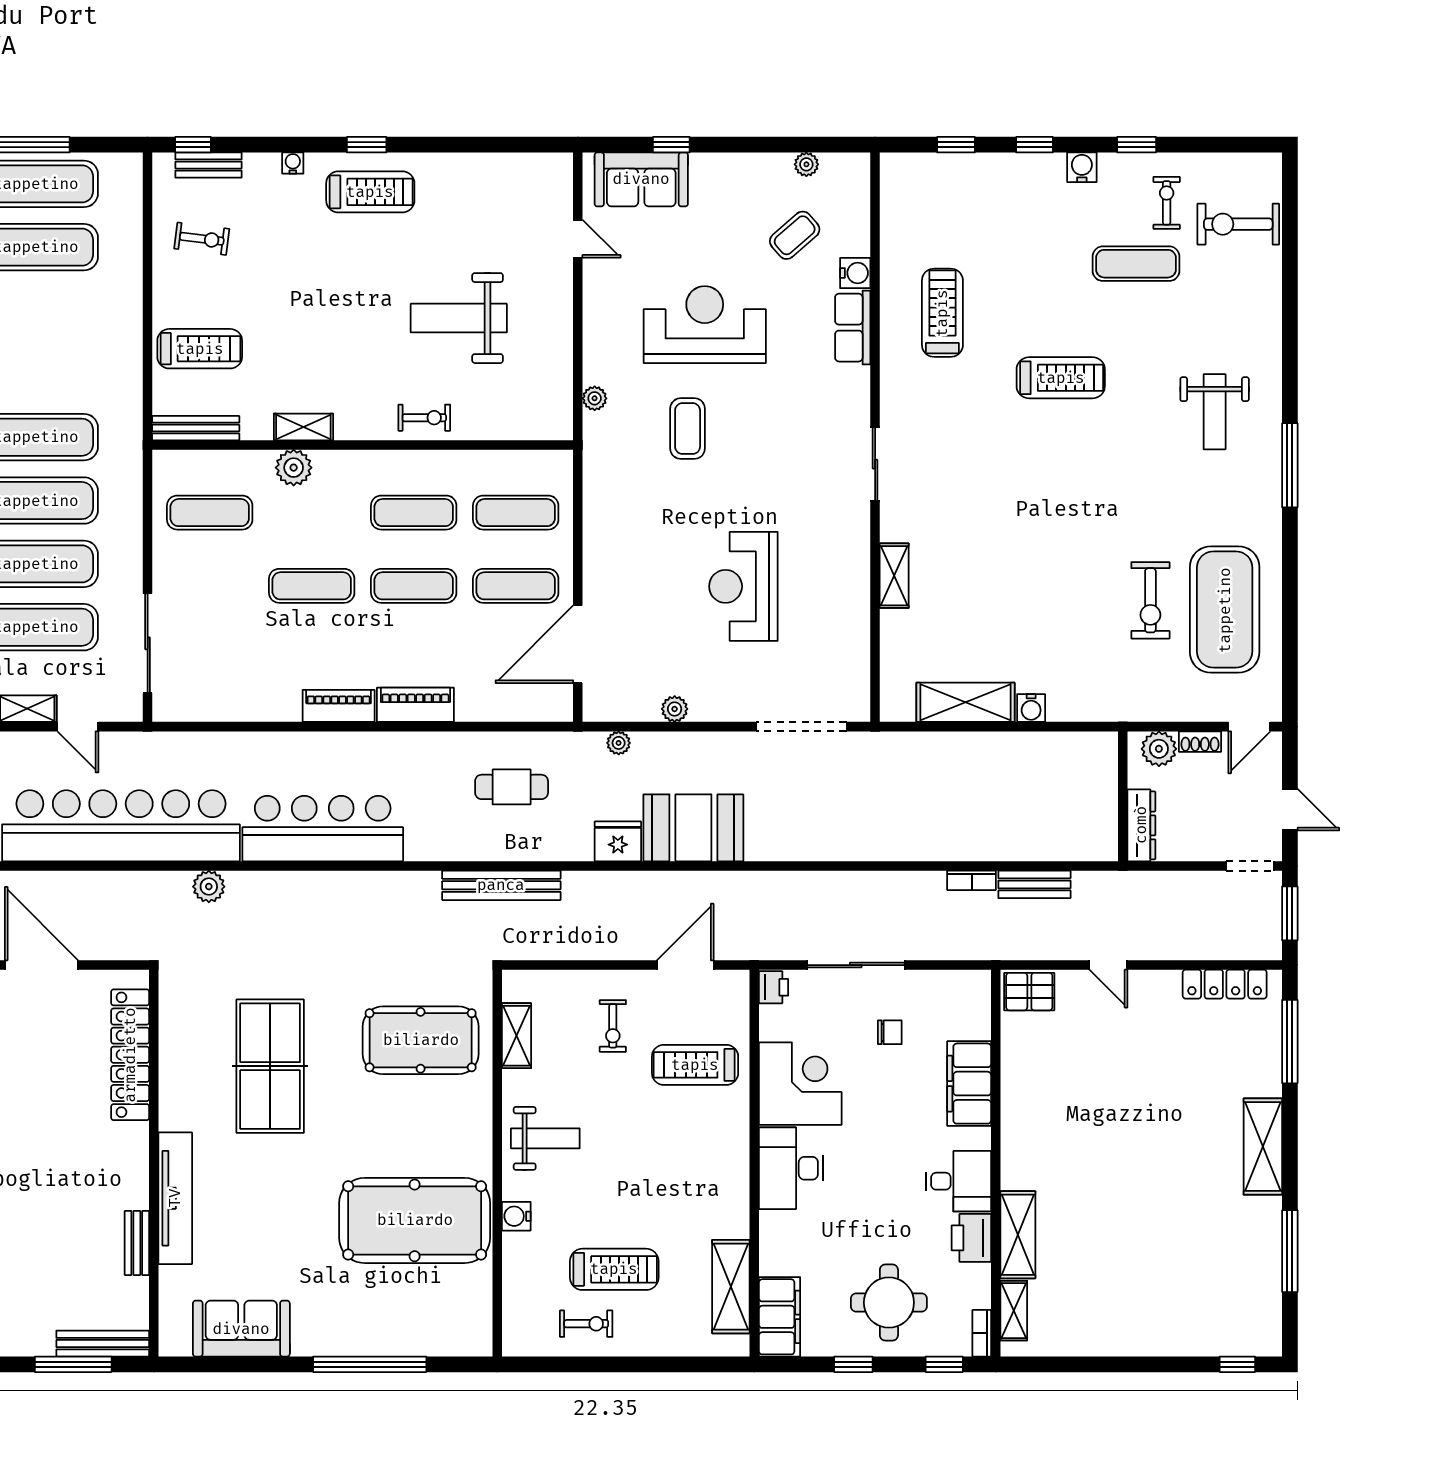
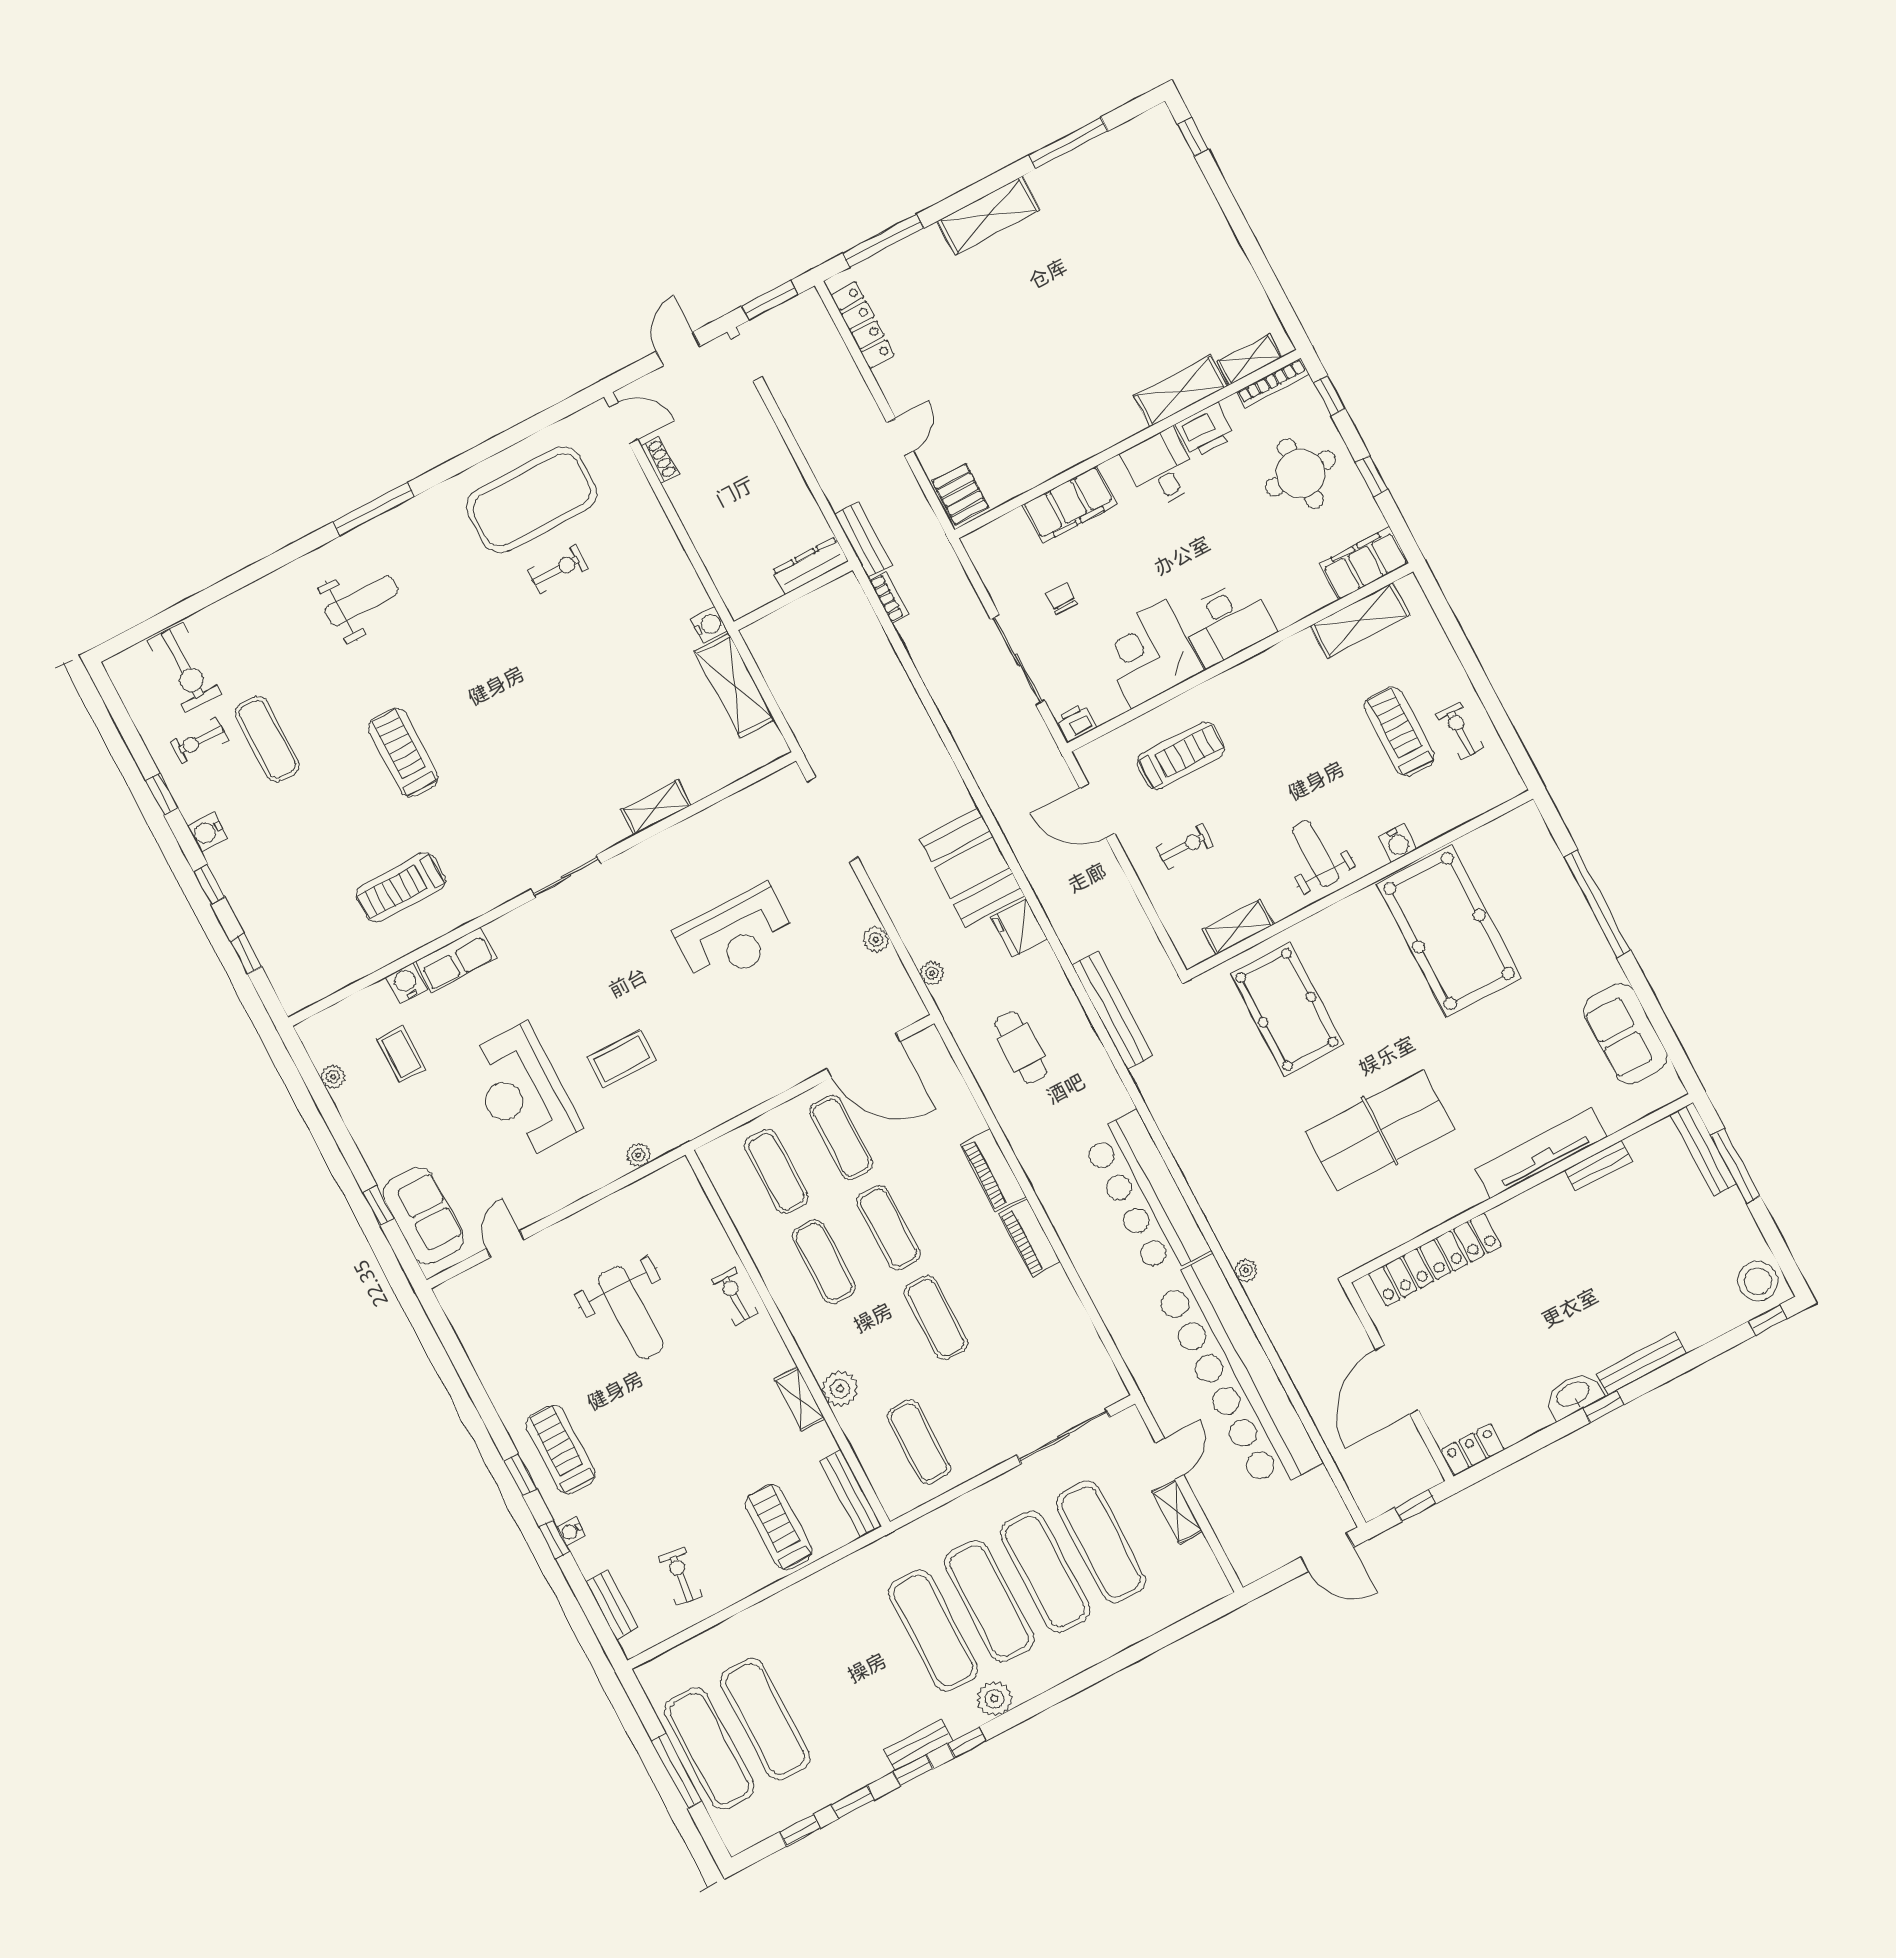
window: (193, 145) -> (554, 1539), moved
coffee table: (795, 235) -> (401, 1054), turned 41
exercise bike: (1150, 600) -> (558, 570), width x0.73, depth x0.72
plant: (1159, 749) -> (685, 493), removed
wall: (1123, 796) -> (793, 596), moved
dresser: (1141, 825) -> (810, 566), moved
plant: (209, 887) -> (1246, 1270), width x0.73, depth x0.73
treadmill: (695, 1065) -> (1181, 756), turned -90
bookcase: (982, 1333) -> (1273, 383), width x1.56

